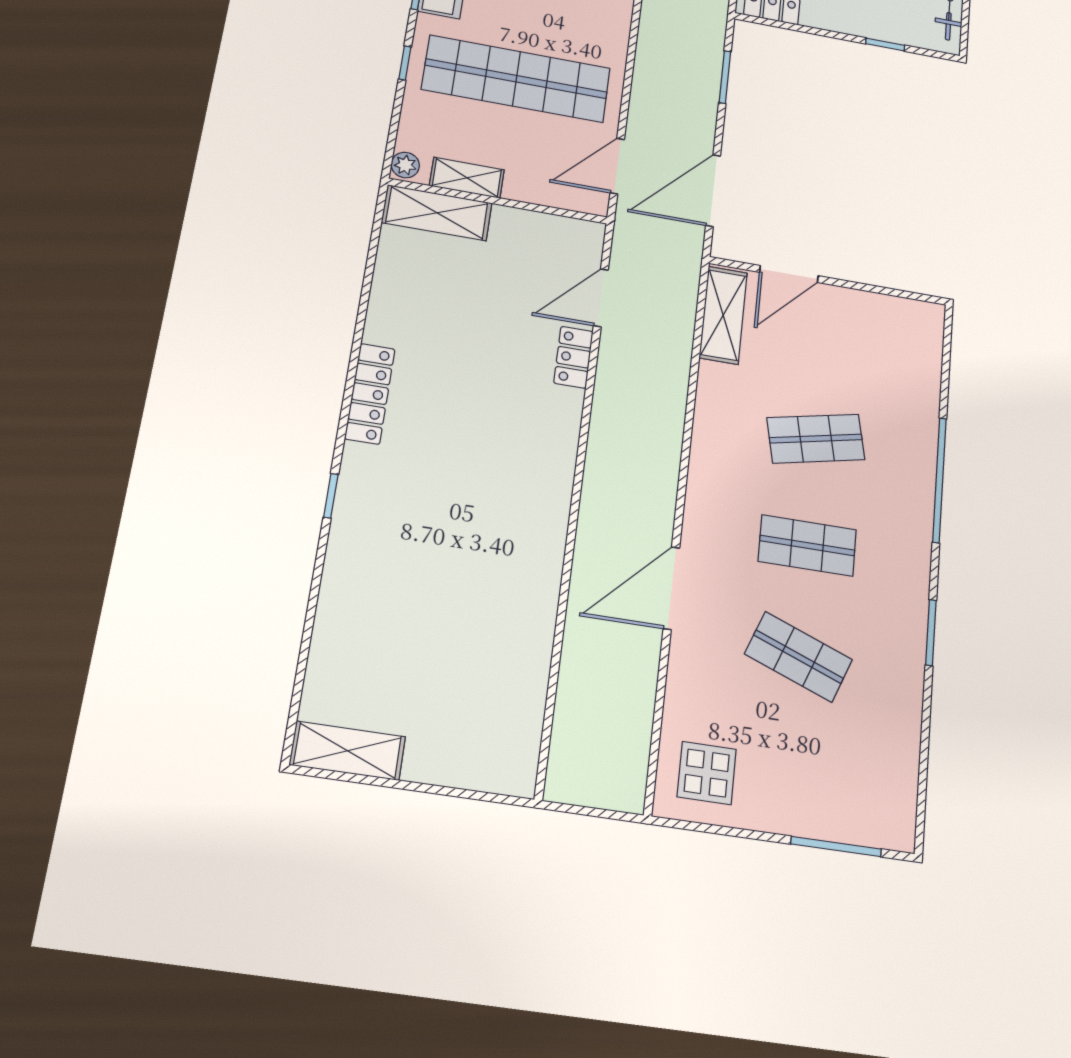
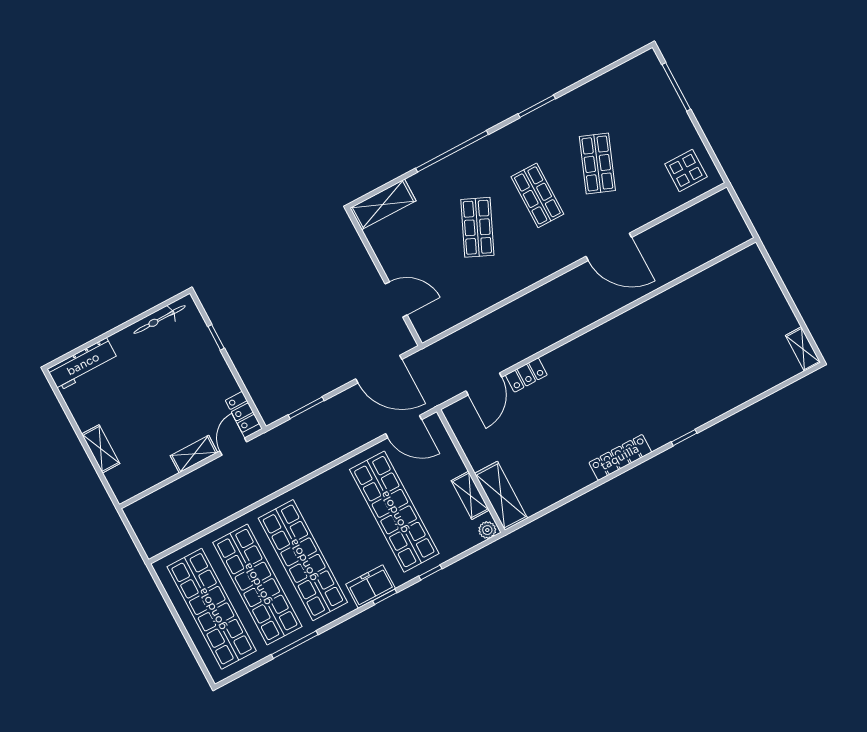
door: (601, 298) -> (484, 384), hinge flipped
shelving: (723, 315) -> (383, 204), moved
shop shelf: (816, 439) -> (477, 227), turned 36
shelving: (348, 751) -> (803, 349), width x0.67, depth x0.75

